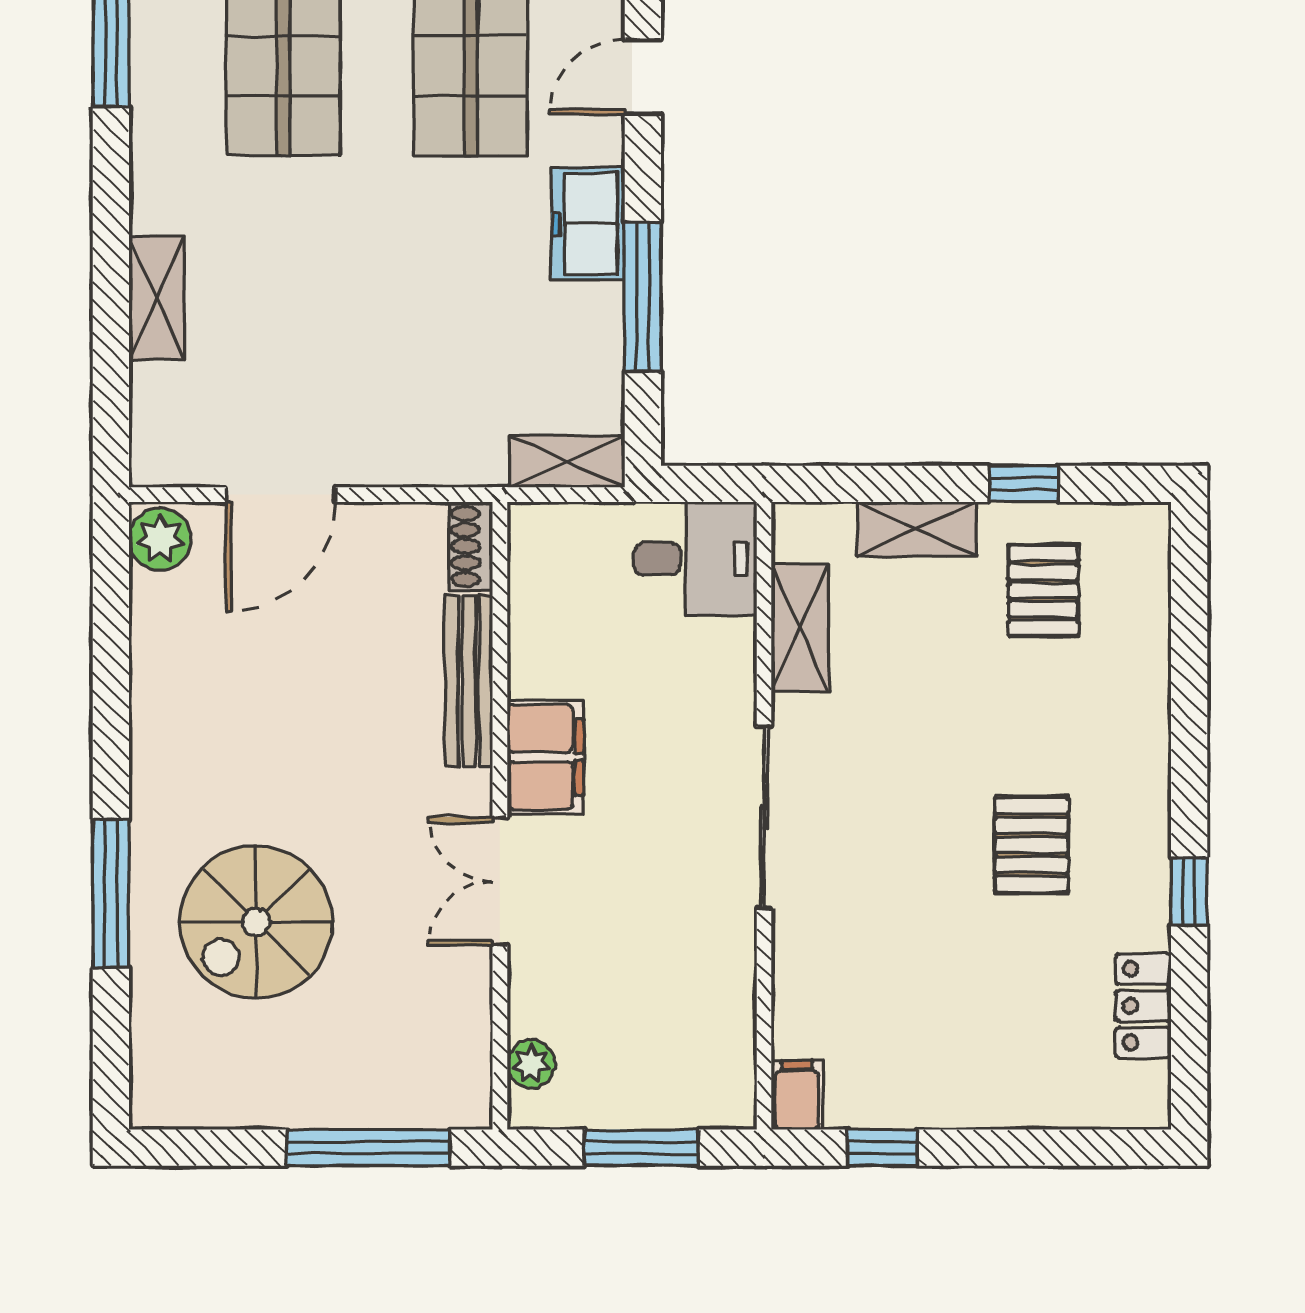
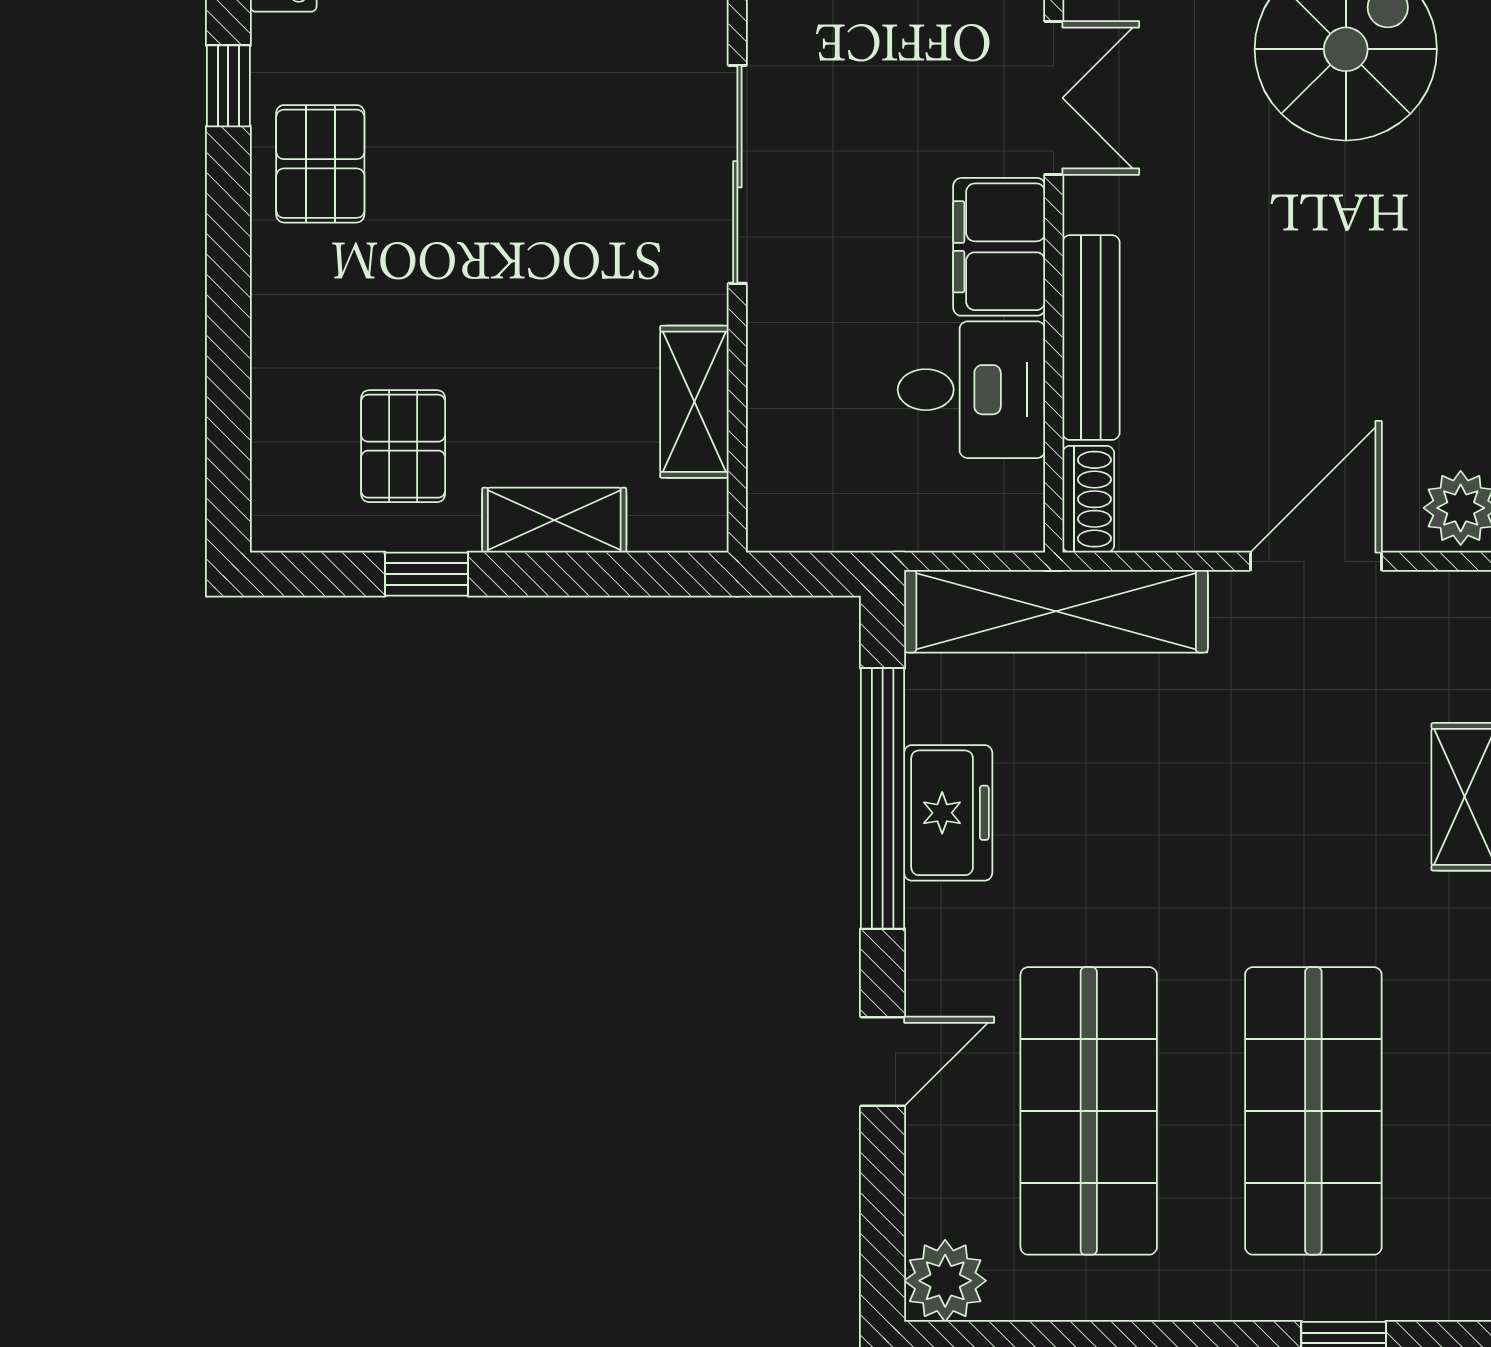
freezer: (588, 224) -> (948, 813), moved
window: (643, 297) -> (883, 798), width x1.46
shelving: (567, 461) -> (1056, 611), width x2.20, depth x1.33
desk: (695, 559) -> (971, 390), moved, turned 180
pallet: (1031, 845) -> (320, 164), moved

